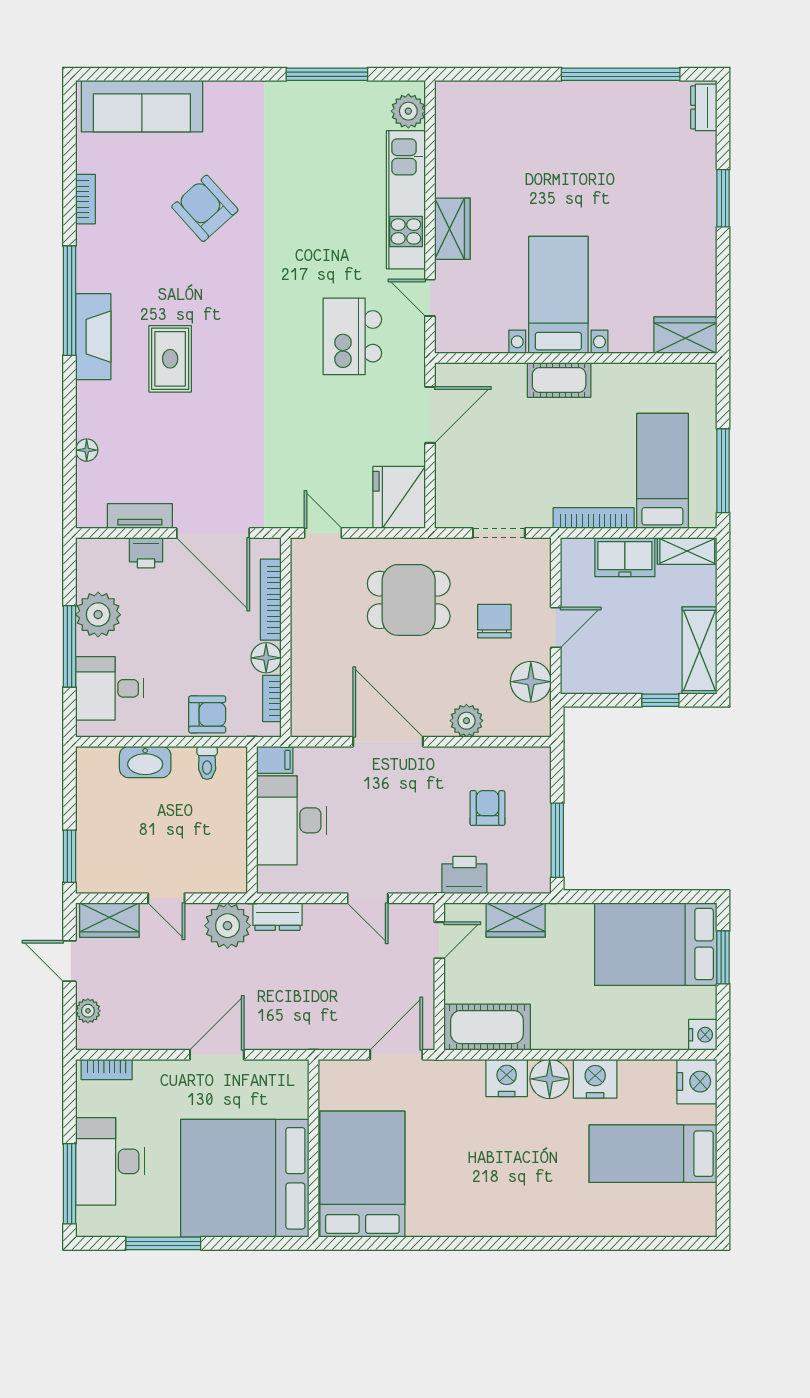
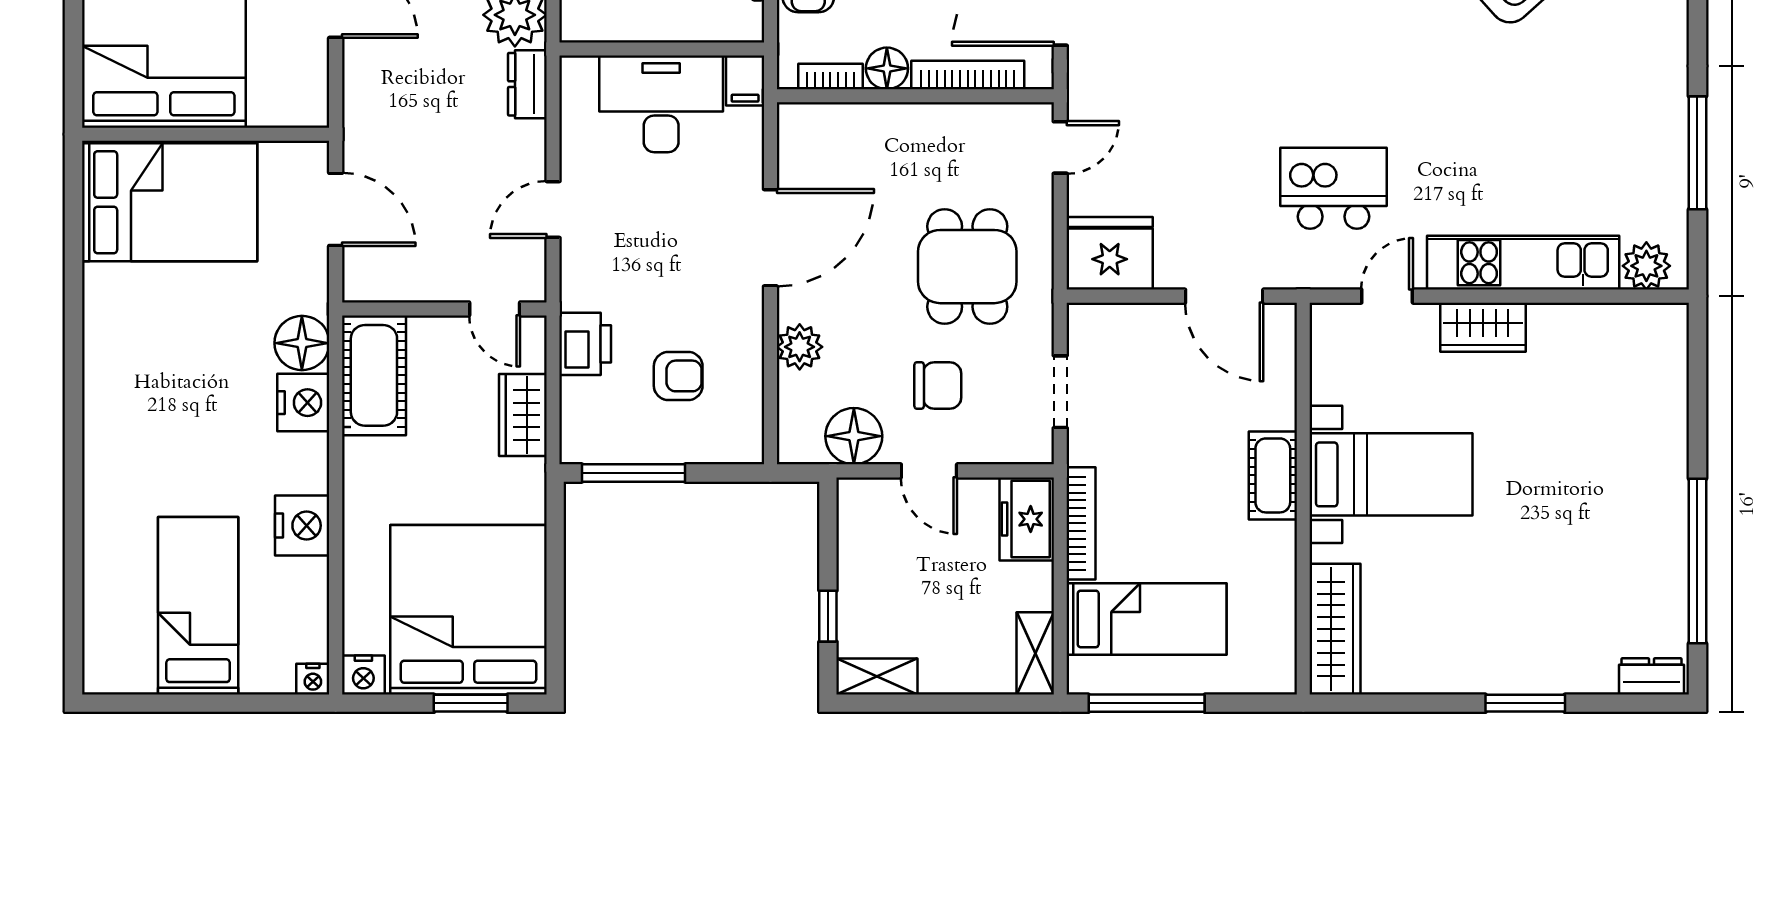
wardrobe: (685, 335) -> (1335, 629), width x1.50
freezer: (625, 557) -> (1027, 519), moved
shelving: (699, 650) -> (877, 676), width x0.67, depth x0.75
bed: (656, 944) -> (468, 610), width x1.36
door: (396, 1055) -> (336, 209), moved
floor lamp: (550, 1079) -> (302, 343), moved
nightstand: (697, 1082) -> (313, 679), width x0.53, depth x0.56

